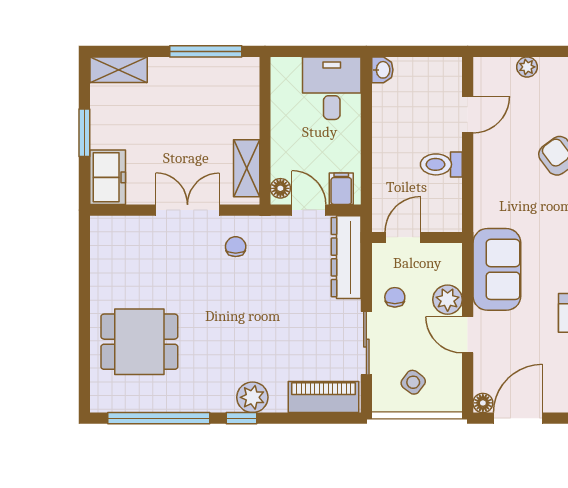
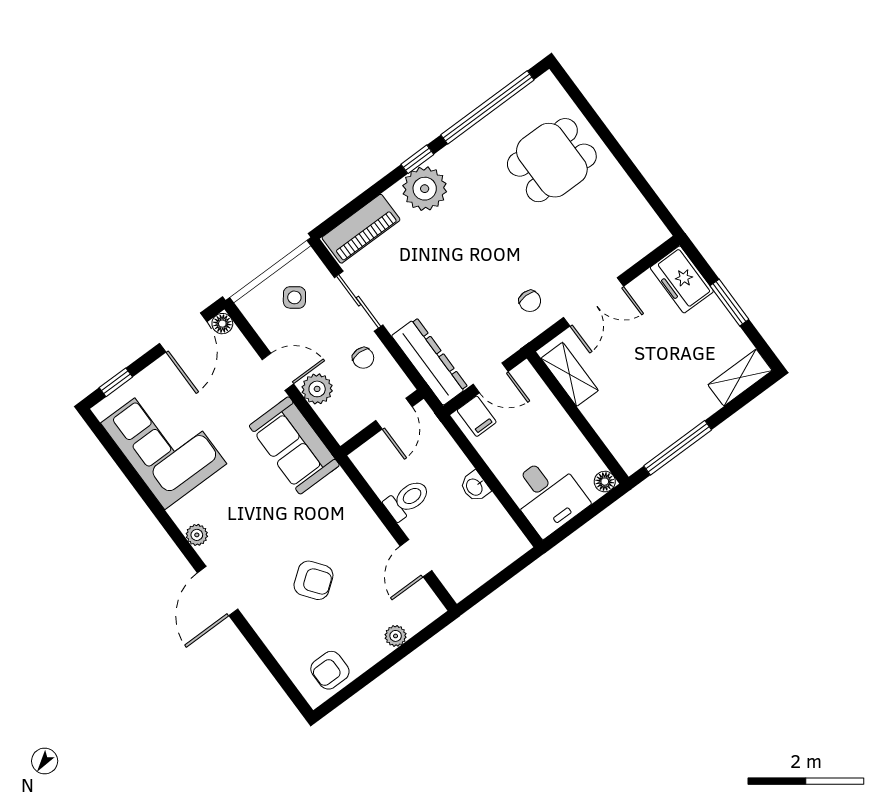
washbasin: (382, 70) -> (475, 487), moved
floor lamp: (280, 188) -> (605, 482), moved
plant: (252, 397) -> (425, 189), width x1.36, depth x1.36

